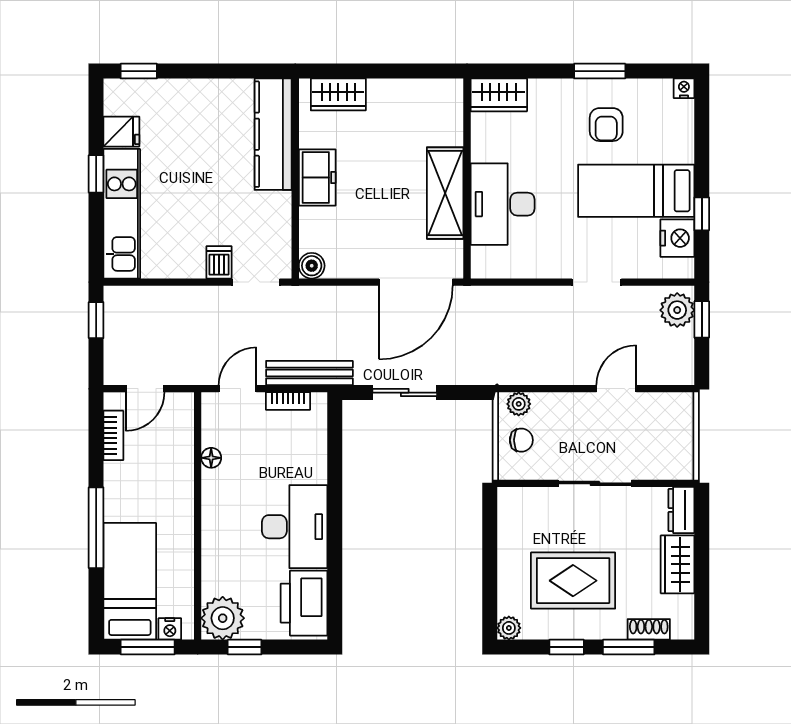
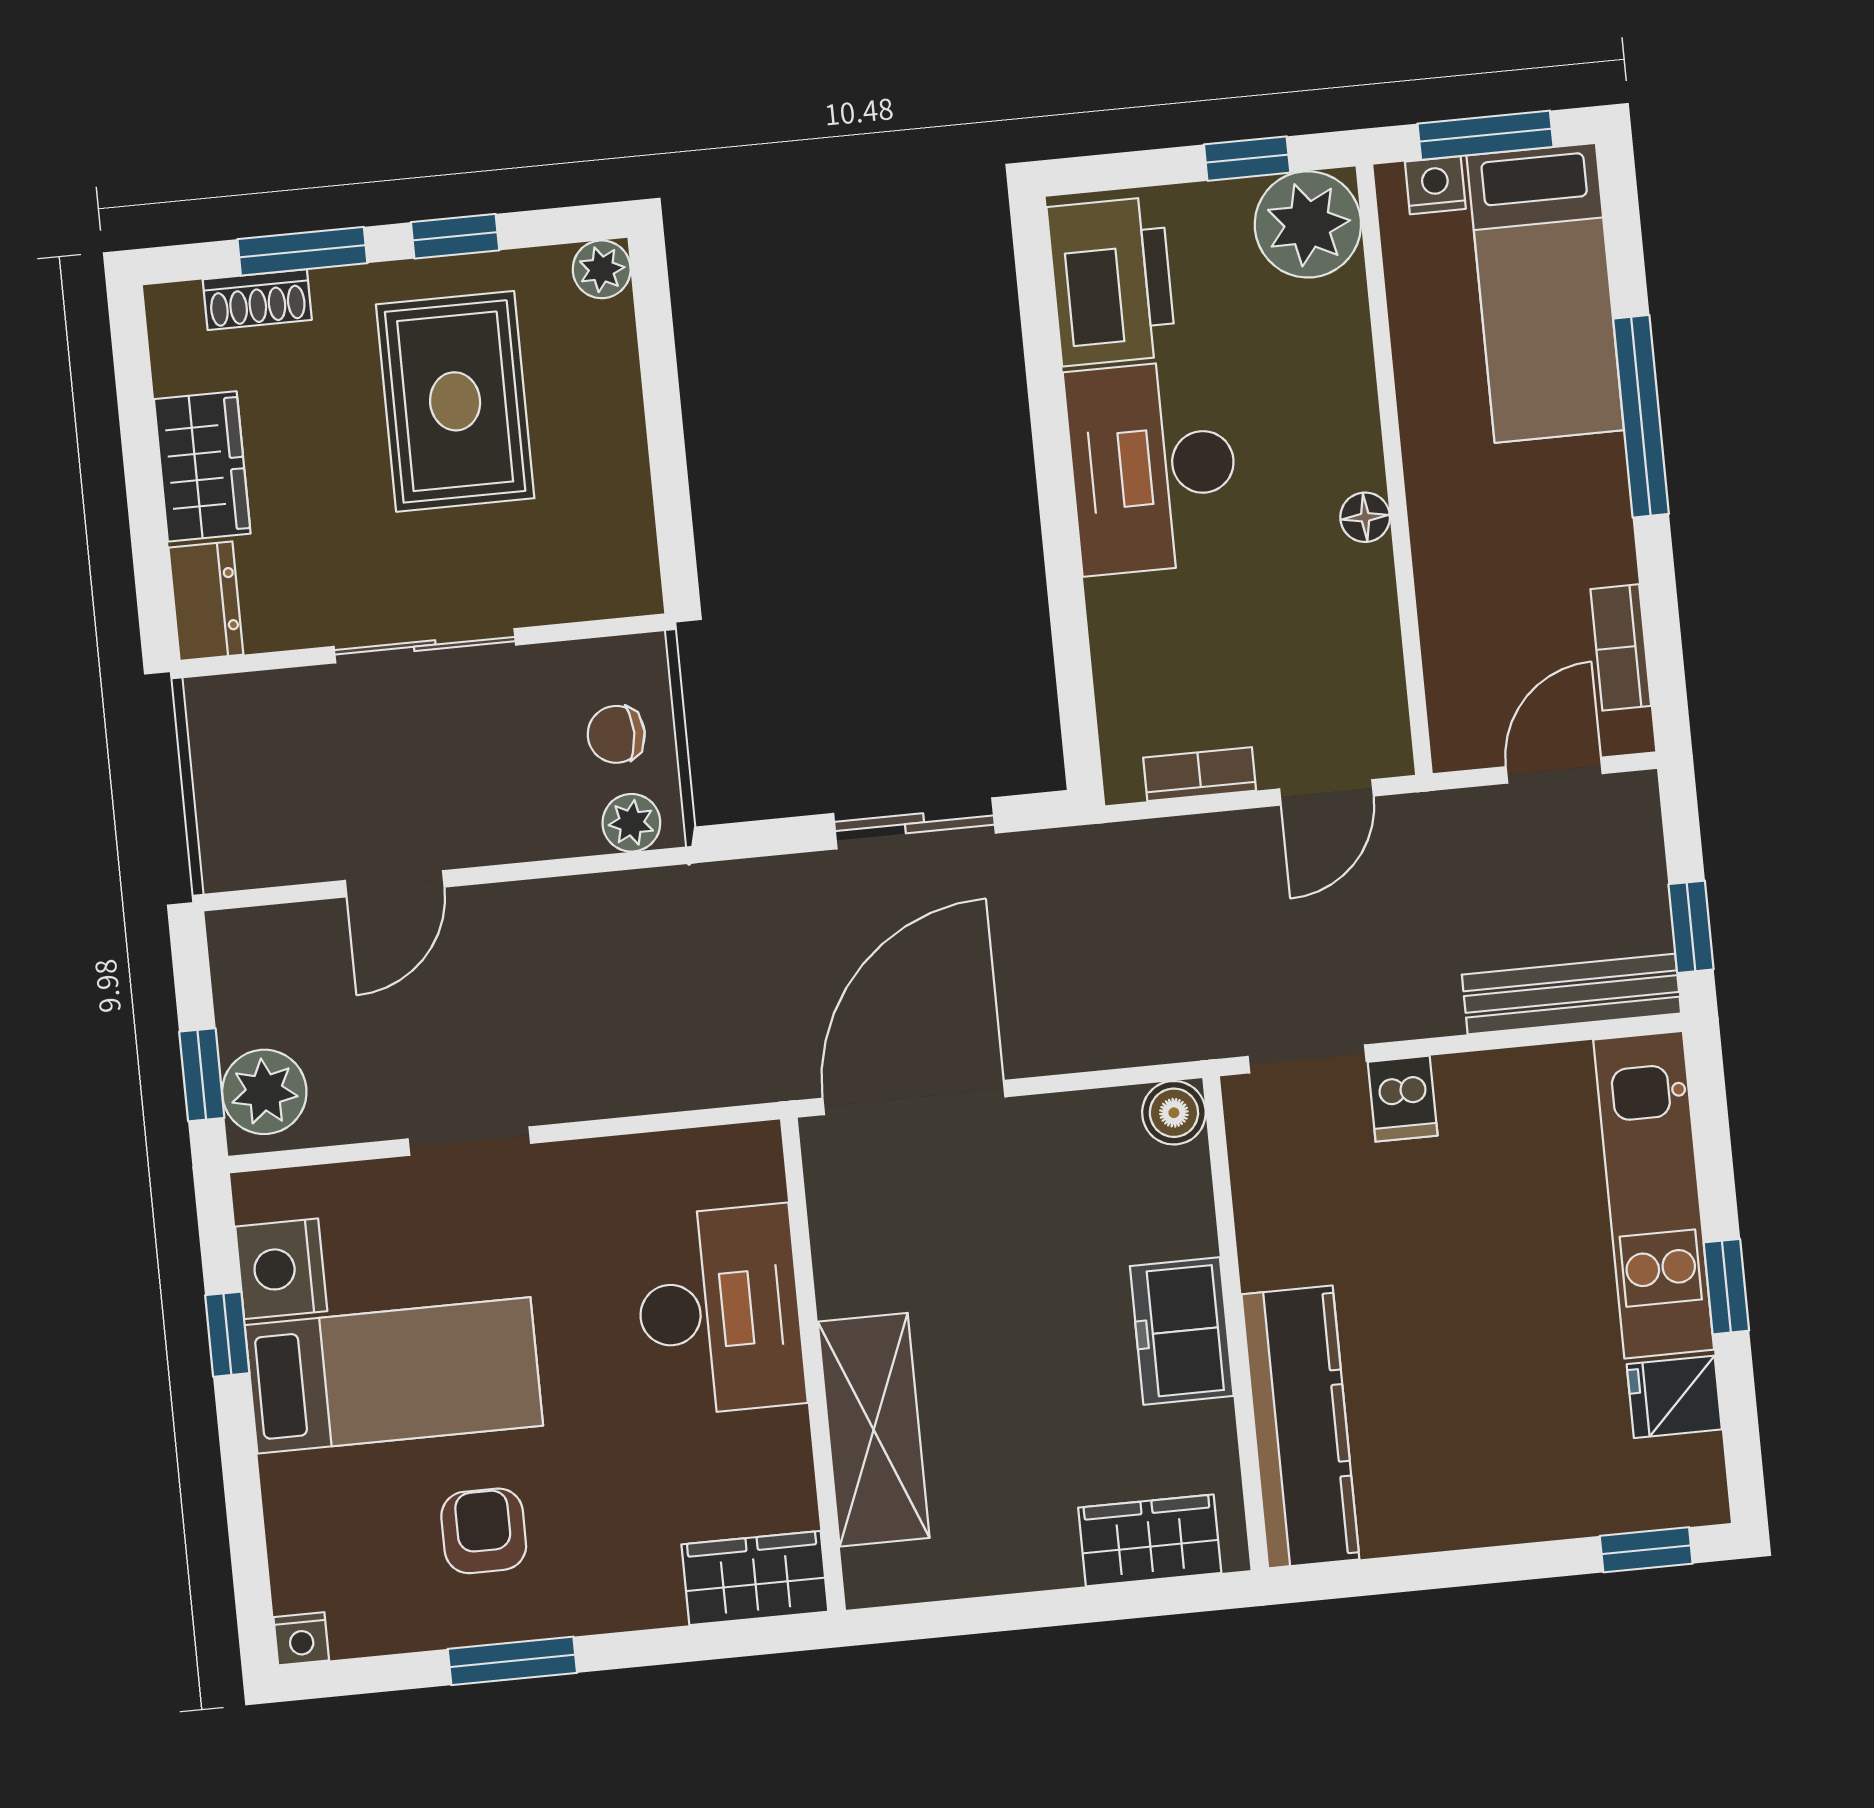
shelving: (445, 193) -> (874, 1430), moved
bench: (309, 373) -> (1572, 994), moved
floor lamp: (211, 458) -> (1365, 517), moved
rug: (573, 581) -> (455, 401), turned 90

